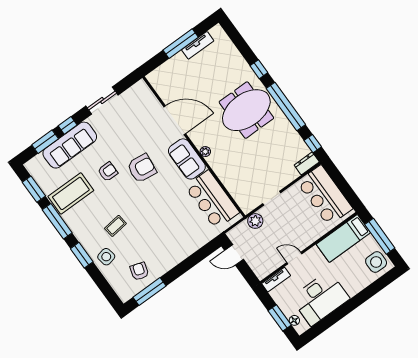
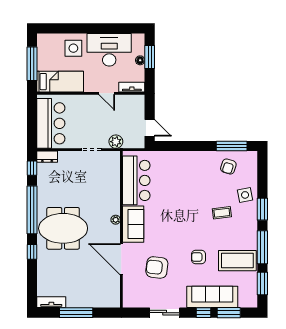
tv unit: (198, 45) -> (51, 302), moved
armchair: (142, 168) -> (157, 267), moved
side table: (376, 262) -> (73, 48), moved
floor lamp: (294, 320) -> (140, 60), moved

